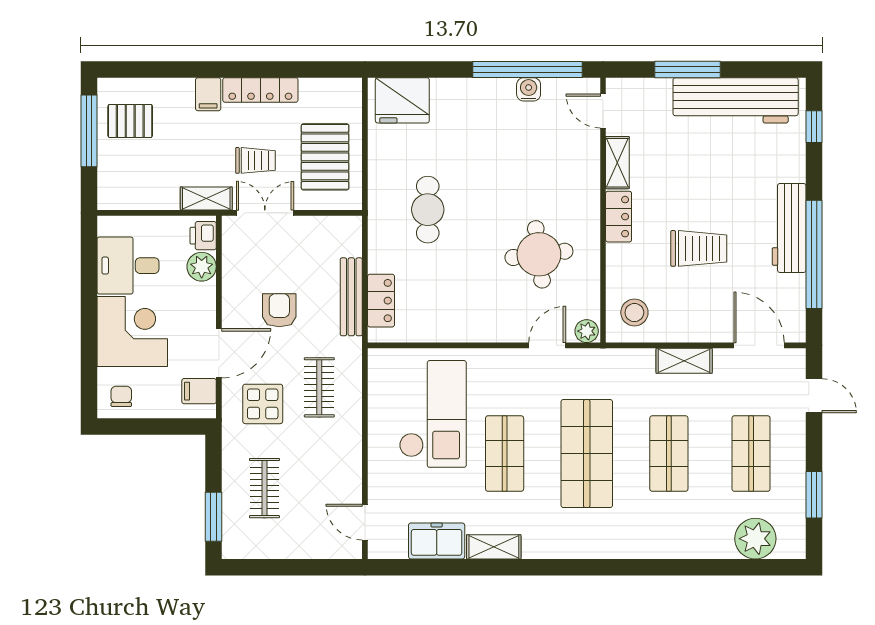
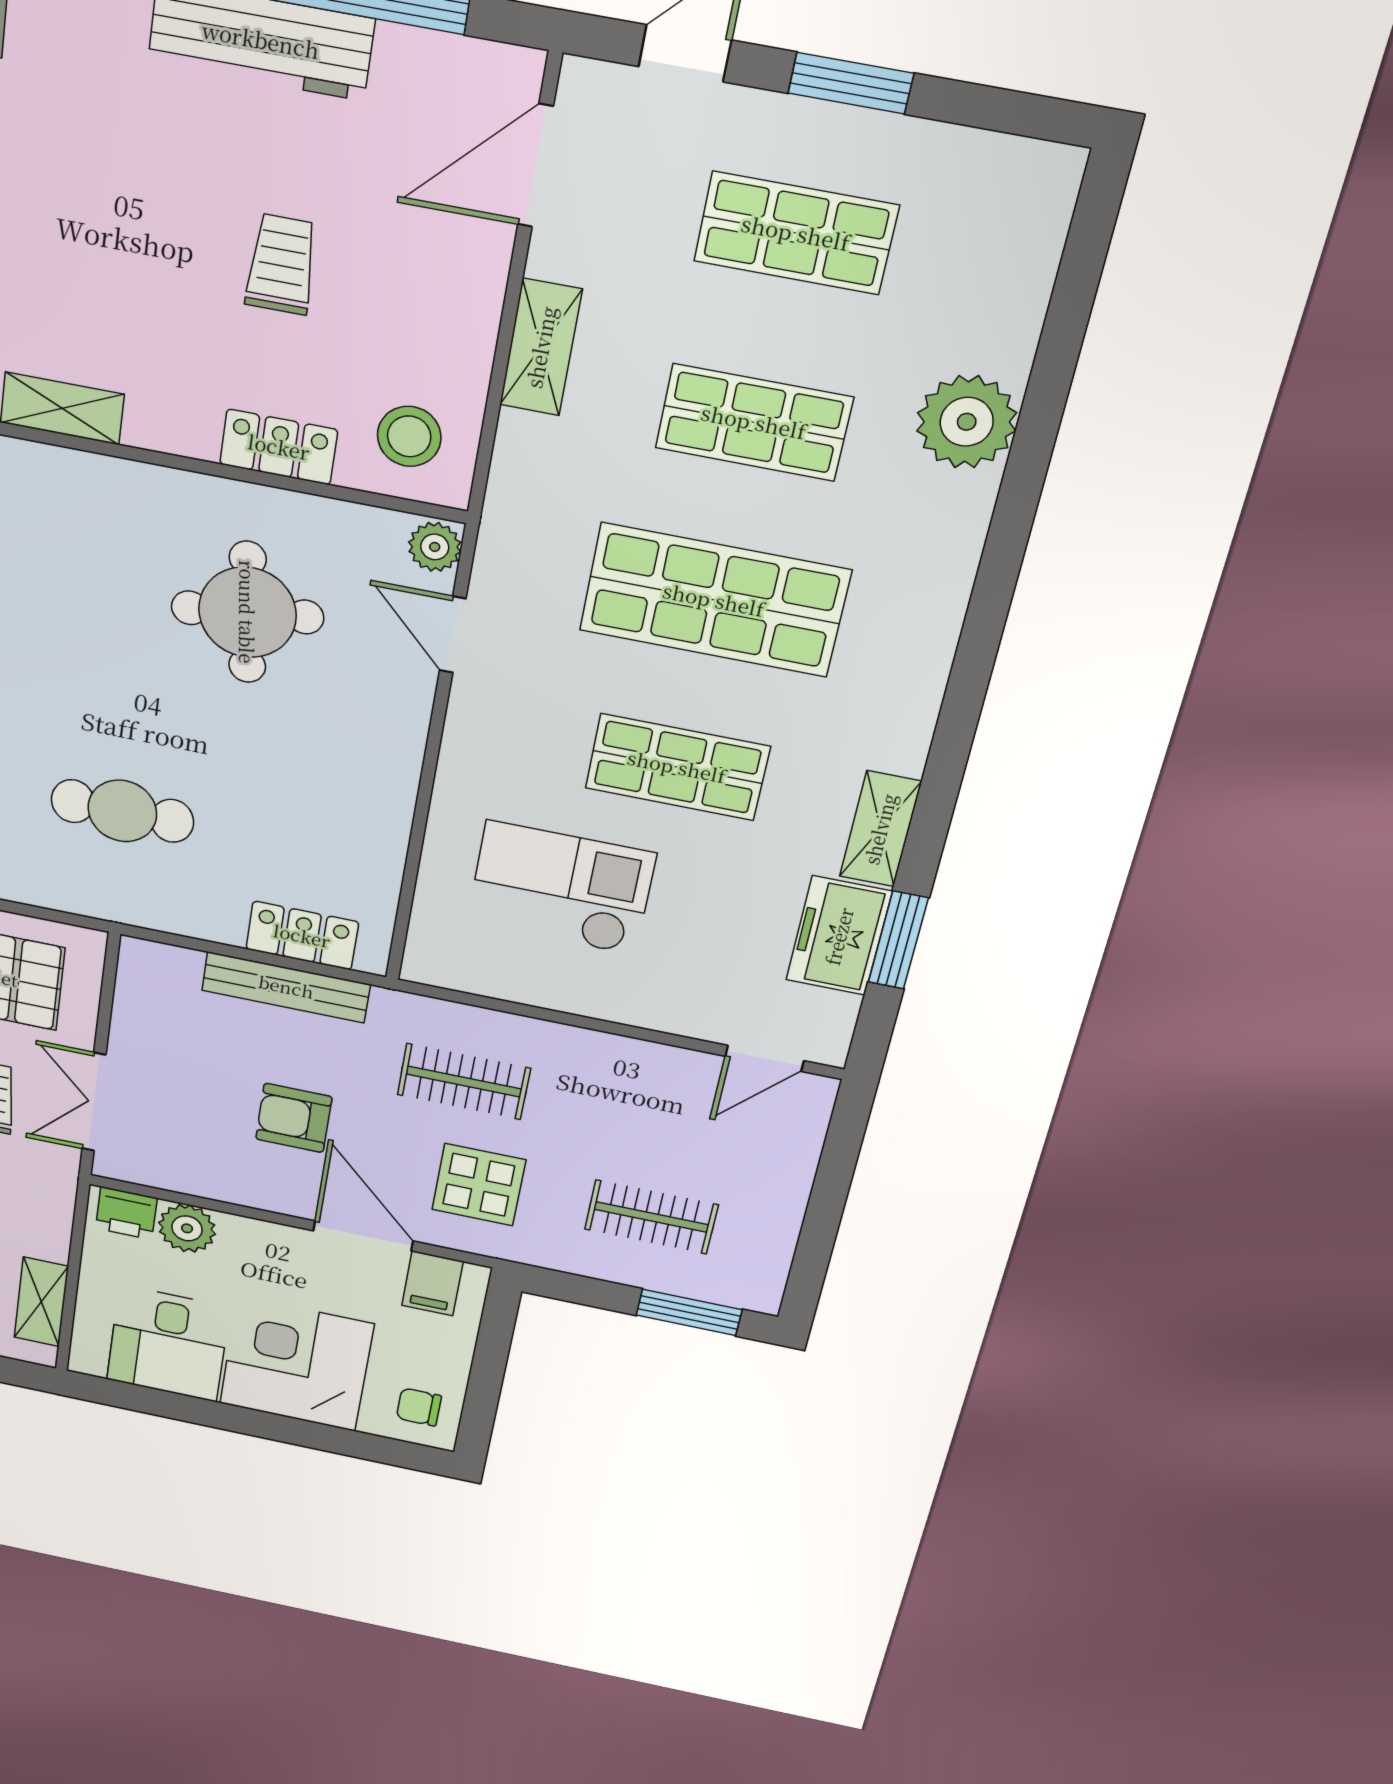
shelving: (206, 198) -> (41, 1302), moved
locker: (619, 217) -> (279, 447), moved
trolley: (699, 248) -> (282, 264), width x0.73, depth x0.72
checkout: (433, 414) -> (561, 888), width x0.73, depth x0.83
window: (814, 495) -> (851, 83), moved
plant: (755, 539) -> (967, 422), moved
window: (440, 567) -> (898, 940), added

